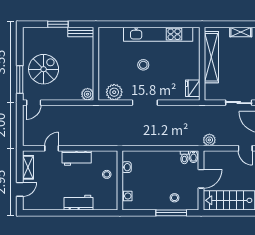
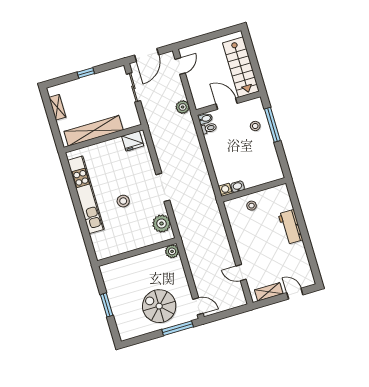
bench: (81, 32) -> (108, 278), removed
workbench: (77, 158) -> (244, 243), removed
washing machine: (127, 196) -> (225, 190), moved

